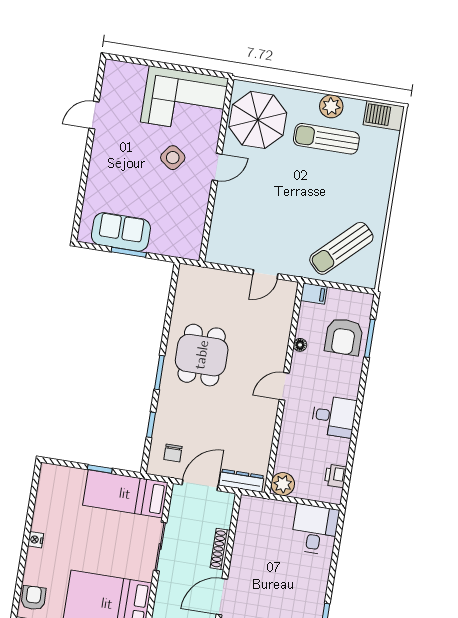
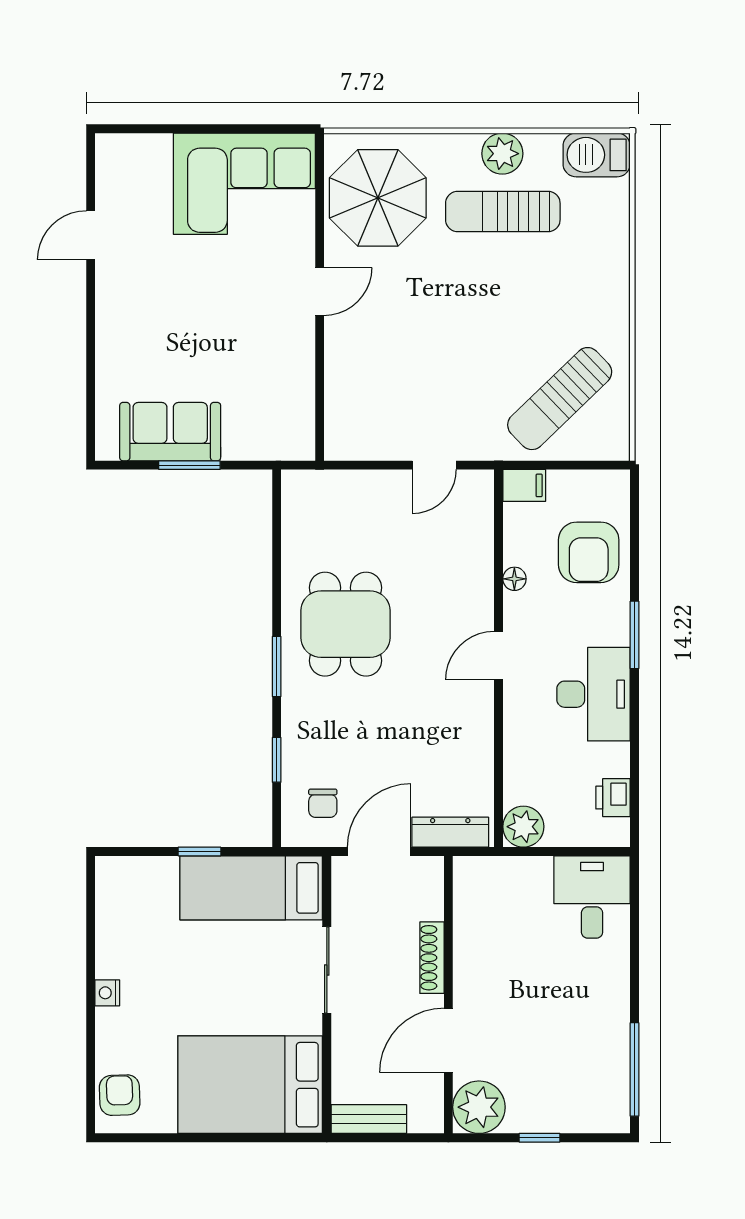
side table: (173, 158) -> (240, 287), removed
window: (370, 338) -> (634, 635), moved
desk: (334, 416) -> (593, 694), width x1.37

